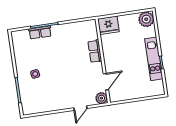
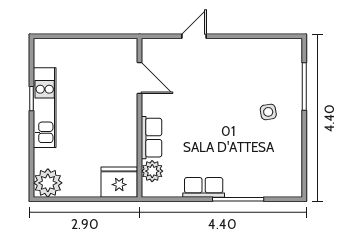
row of seats: (40, 32) -> (204, 187), moved
door: (106, 82) -> (139, 78), swing flipped
plant: (101, 98) -> (152, 171), moved

